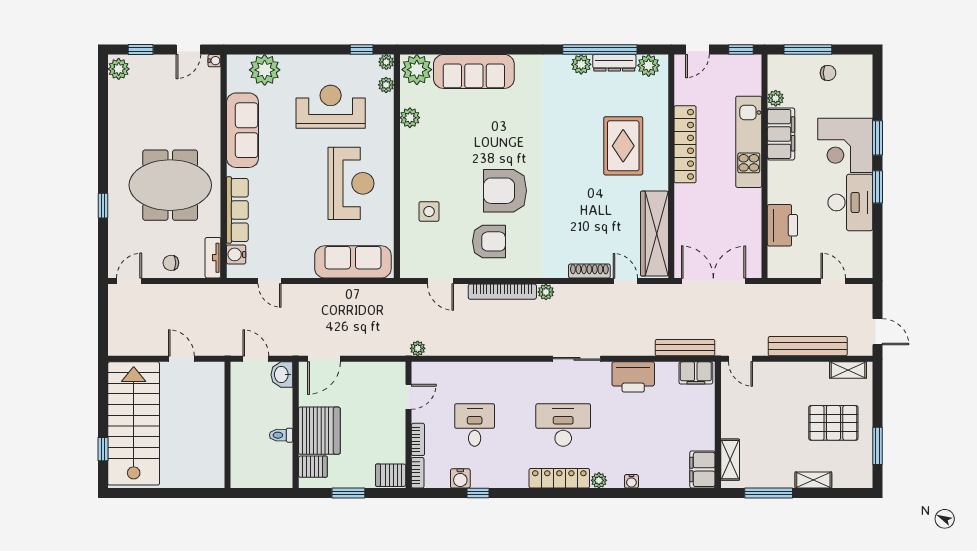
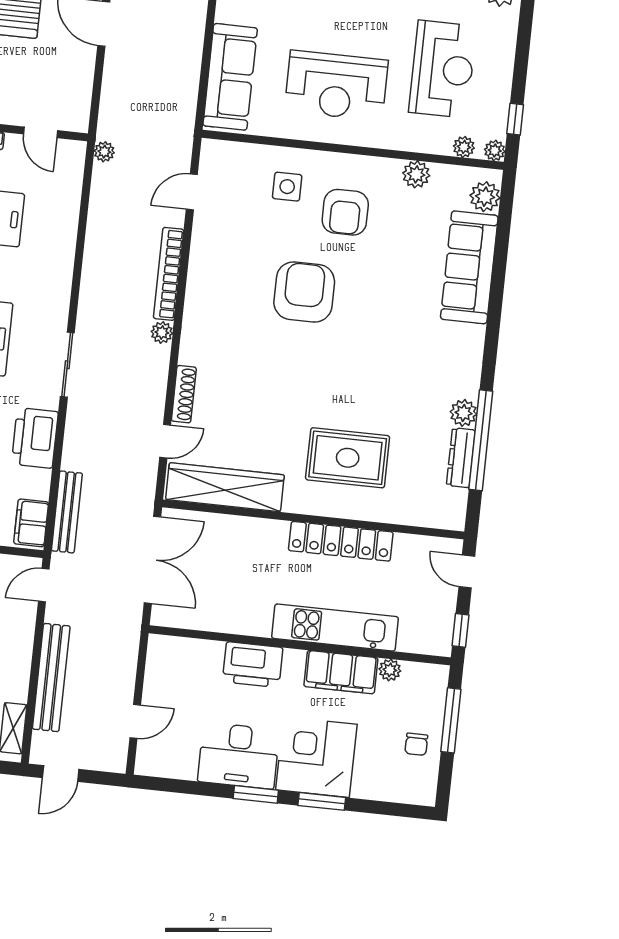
plant: (649, 65) -> (452, 503), removed
plant: (417, 70) -> (485, 197), width x0.73, depth x0.73
printer: (782, 225) -> (253, 665), moved
armchair: (489, 241) -> (345, 212), moved

